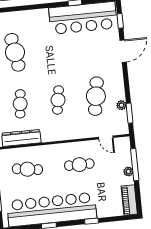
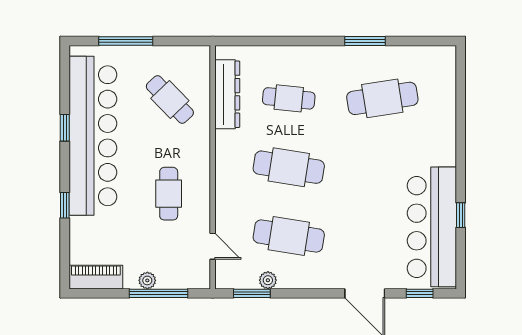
cafe table: (58, 100) -> (289, 167), width x1.37, depth x1.35
door: (106, 137) -> (213, 246), swing flipped
cafe table: (27, 169) -> (170, 100), turned -52

